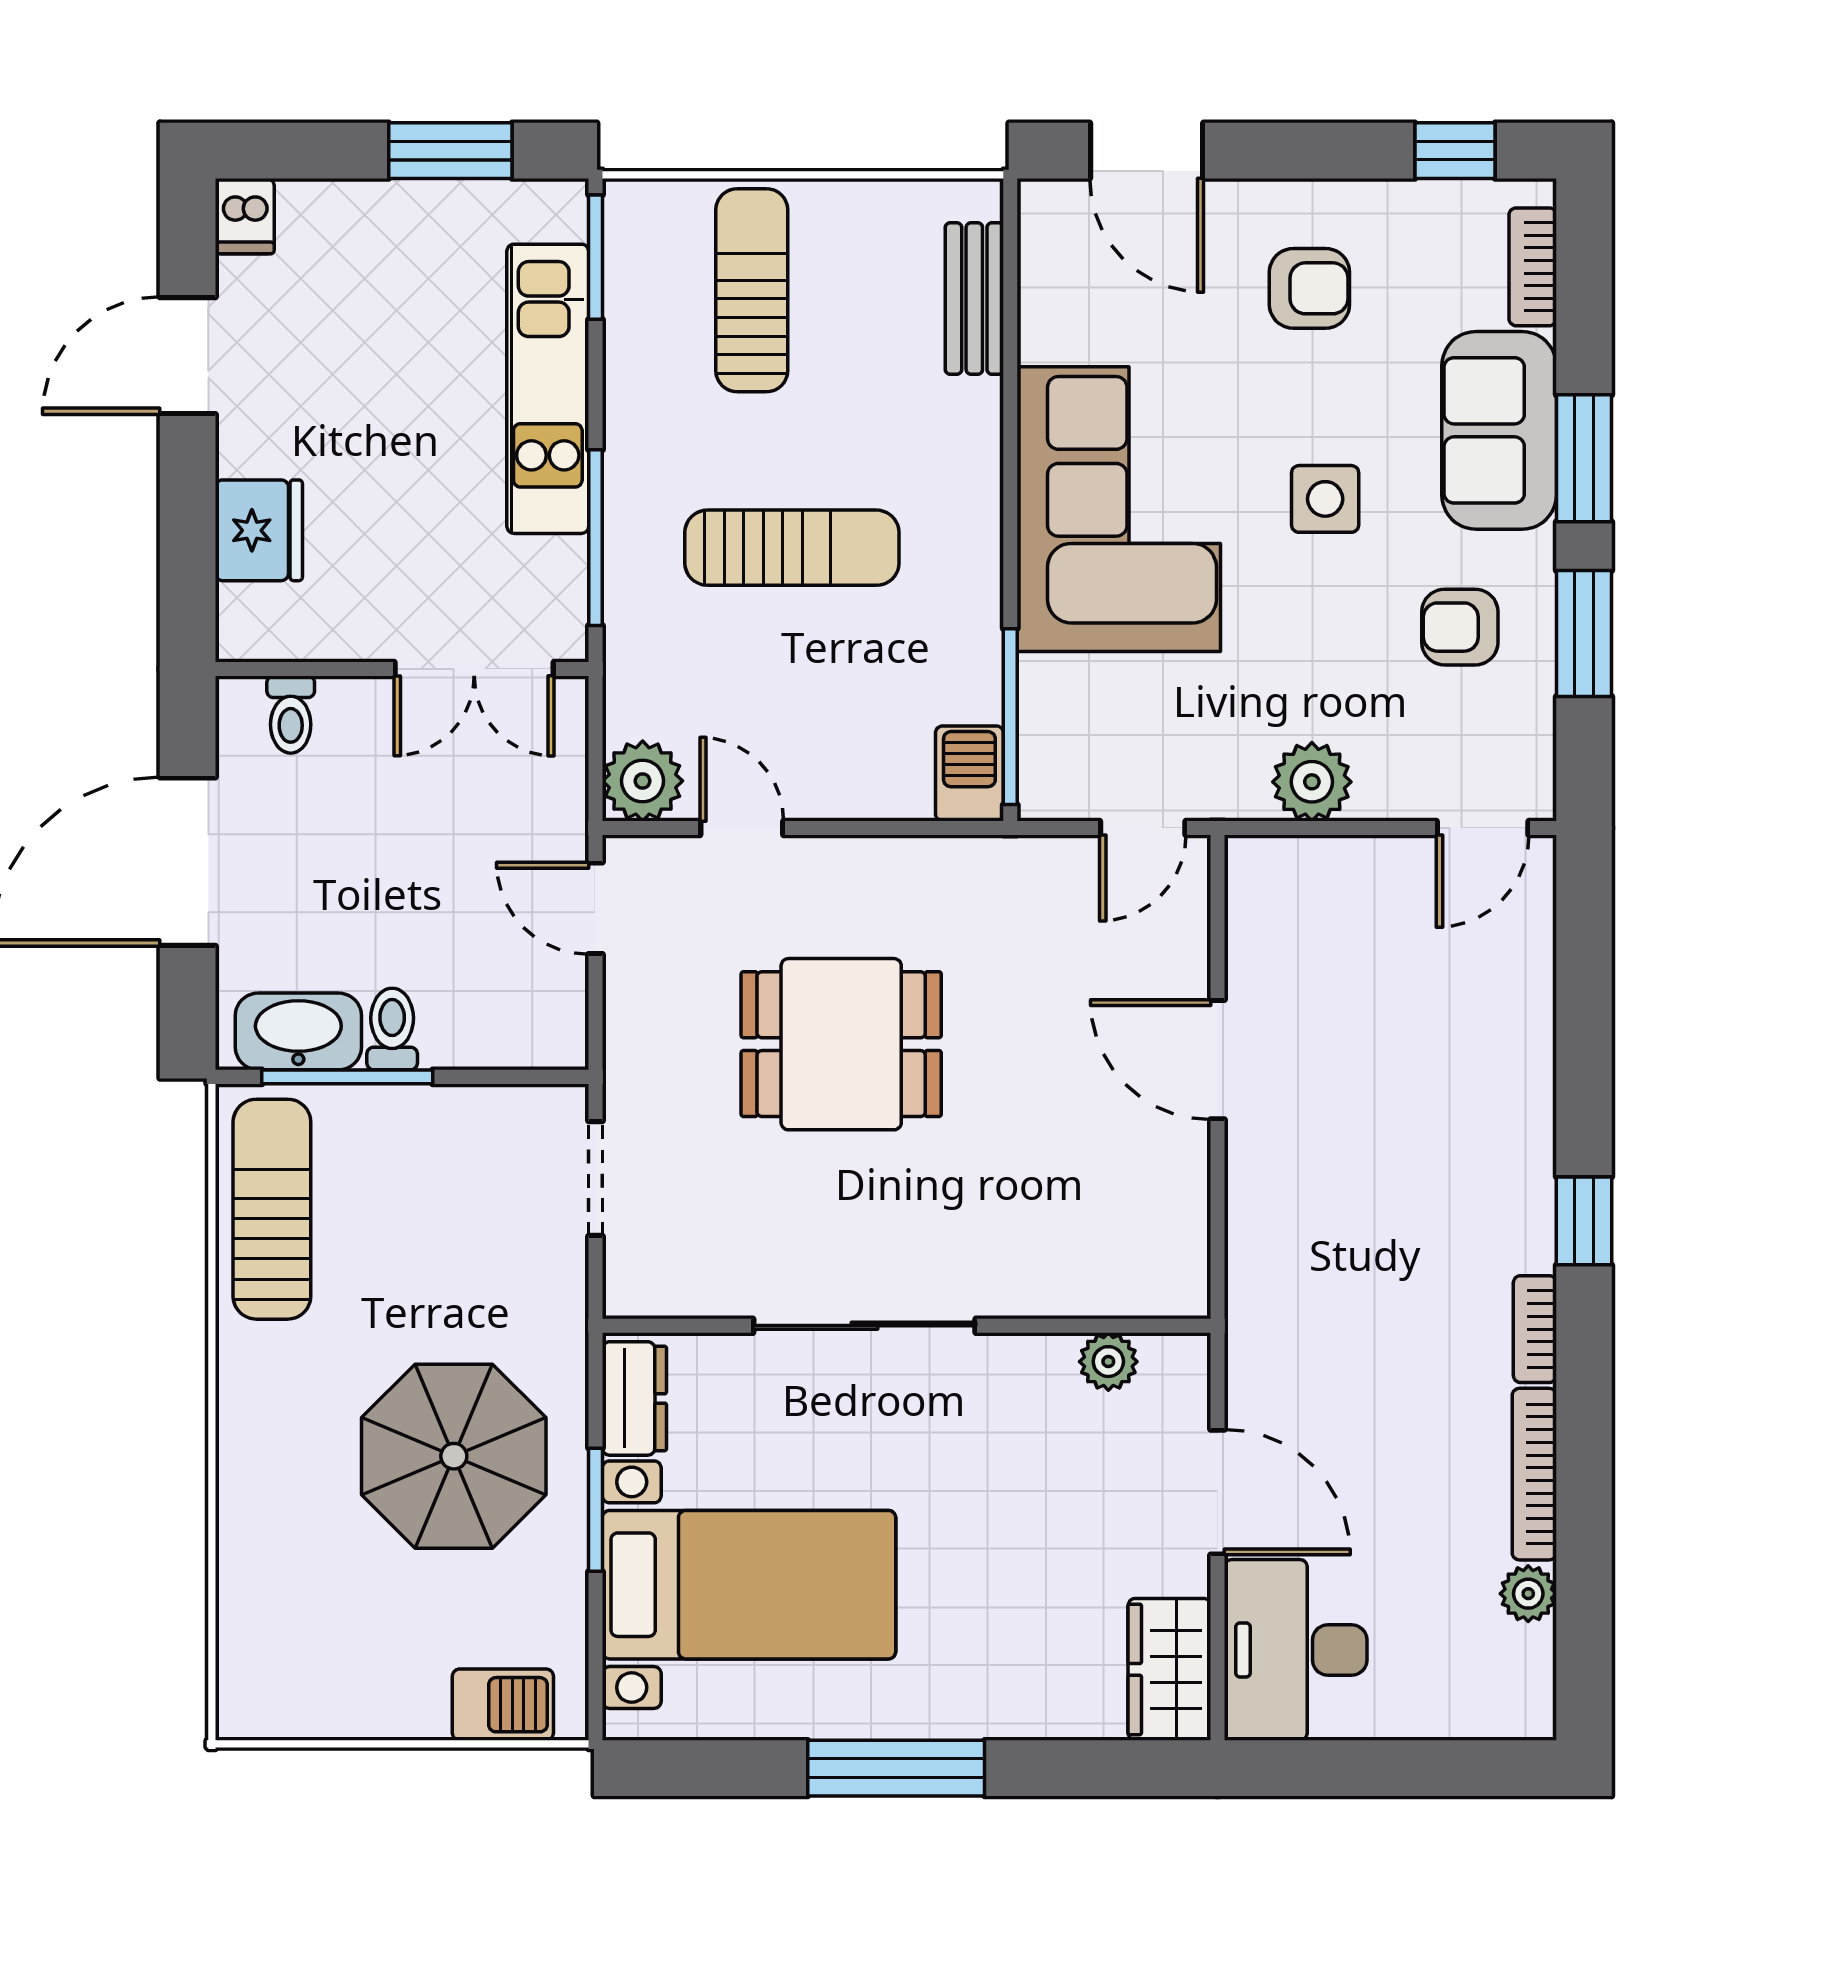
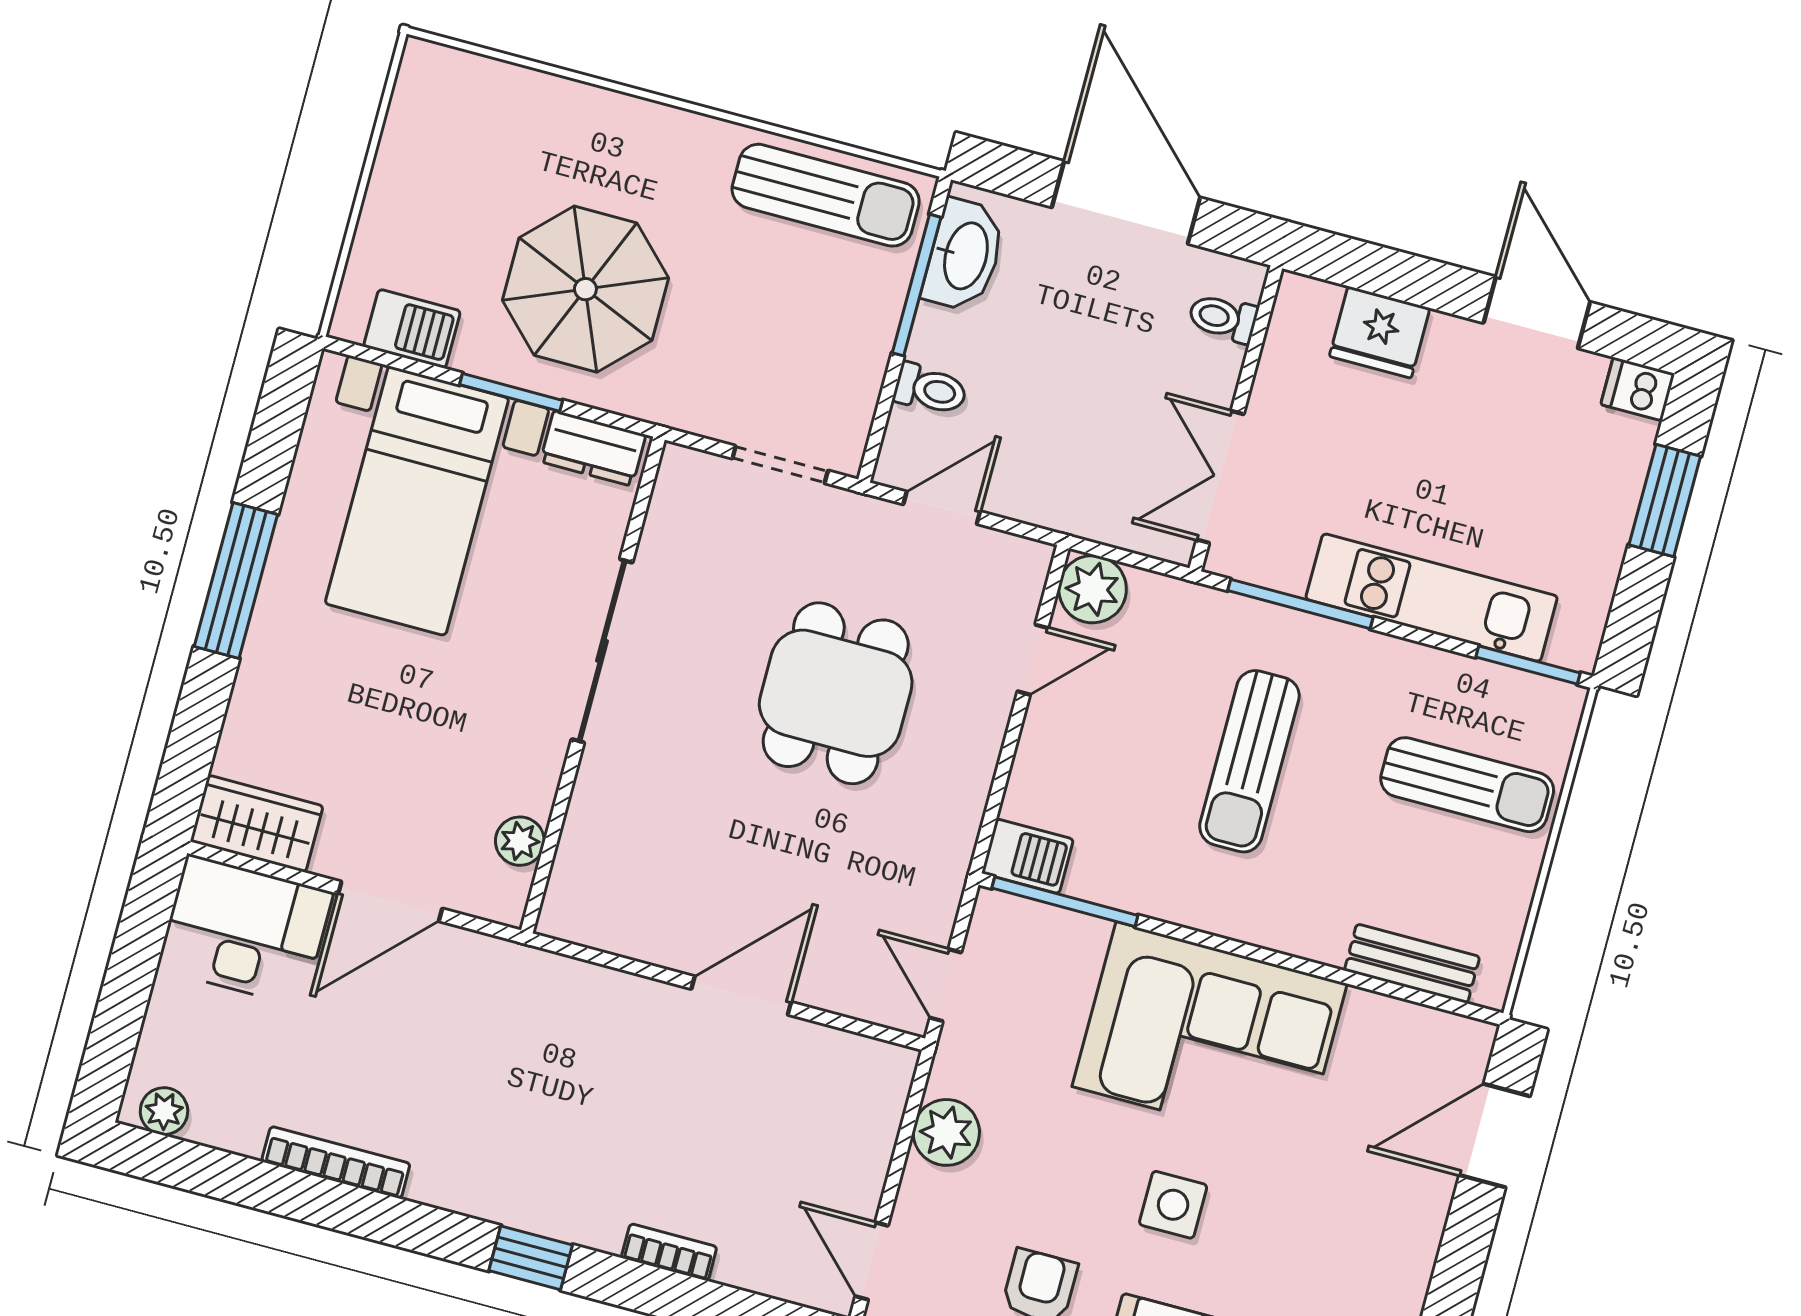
window: (450, 151) -> (1665, 500), moved
armchair: (1309, 288) -> (1347, 1238), removed
door: (595, 908) -> (942, 508), moved
toilet: (392, 1029) -> (930, 389), moved
bookcase: (1535, 1329) -> (669, 1252), moved
plant: (1528, 1594) -> (164, 1111), moved
barbecue: (503, 1705) -> (412, 329), moved, turned -90

